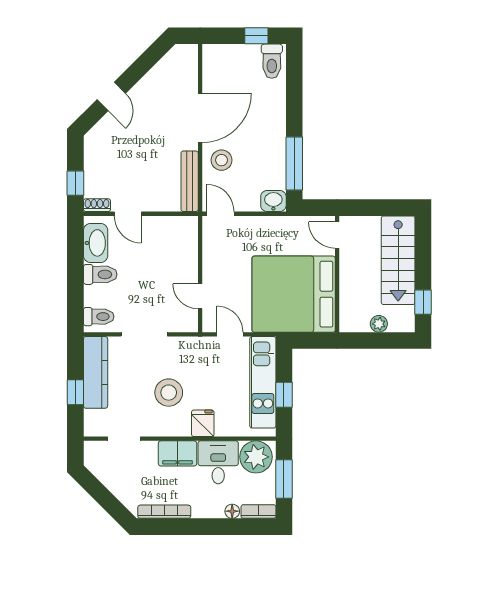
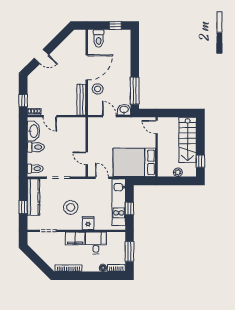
toilet: (272, 61) -> (99, 38), moved
door: (111, 96) -> (41, 56), hinge flipped
door: (220, 214) -> (109, 116), moved
bed: (294, 294) -> (134, 162), width x0.73
plant: (256, 457) -> (115, 240), removed

